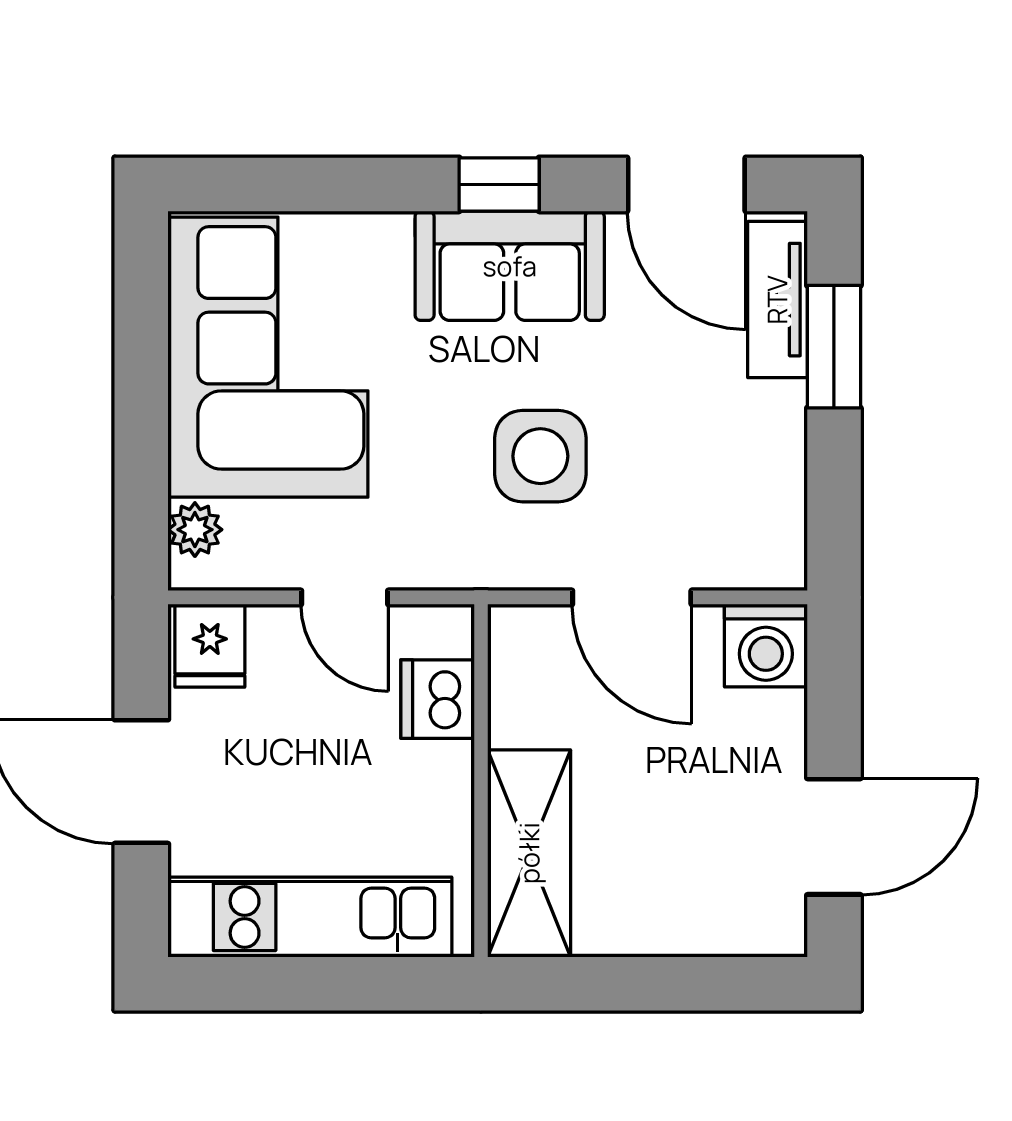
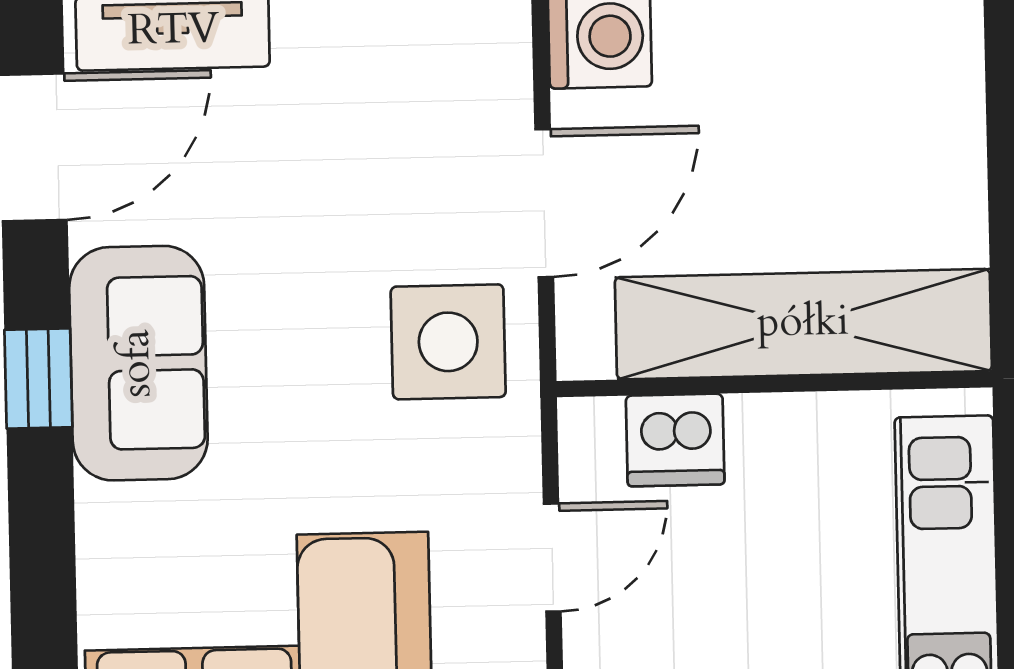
side table: (540, 456) -> (448, 342), moved
shelving: (529, 853) -> (803, 324), width x1.47

